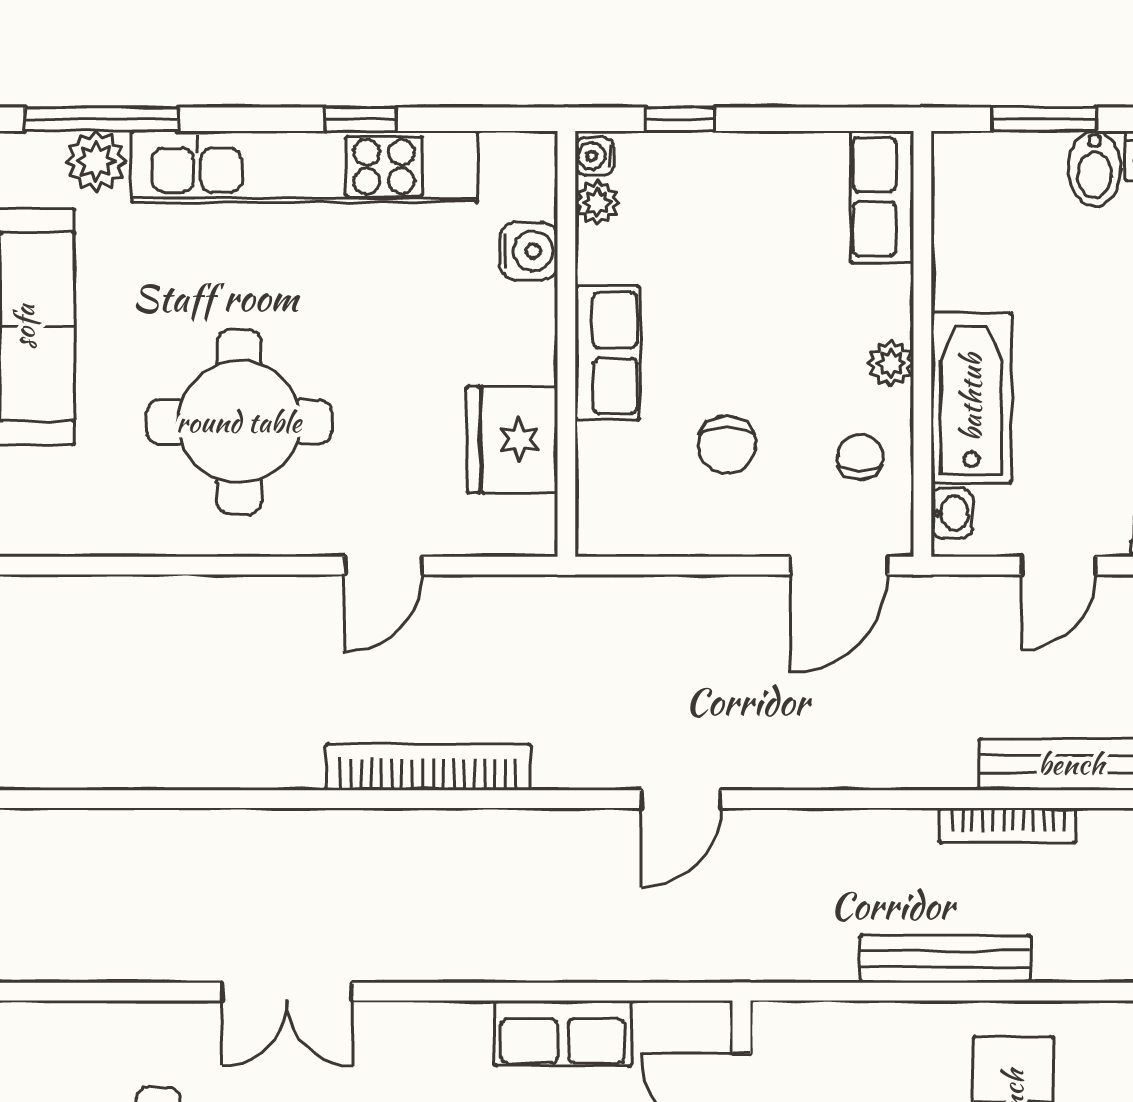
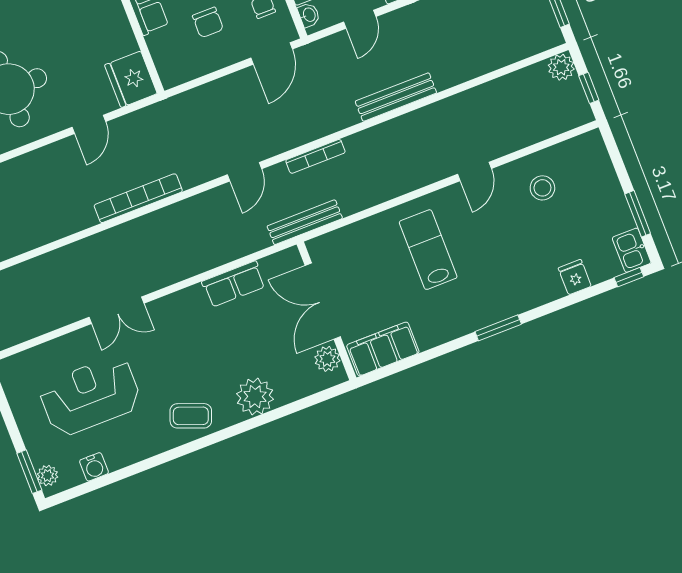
fridge: (512, 440) -> (131, 79), moved
bookcase: (1008, 825) -> (315, 156), moved
bench: (945, 959) -> (305, 222), moved

